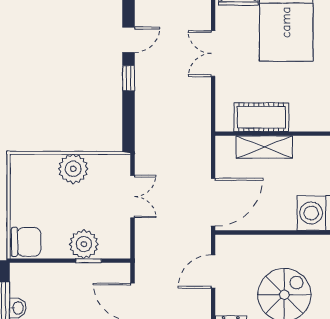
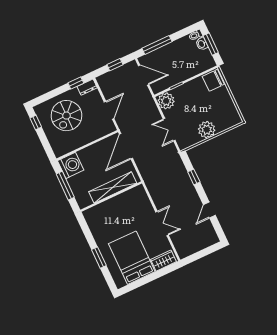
window: (128, 78) -> (194, 177), moved
cot: (261, 117) -> (122, 202), removed
shelving: (264, 147) -> (113, 187), width x1.47
plant: (84, 244) -> (166, 101), moved

